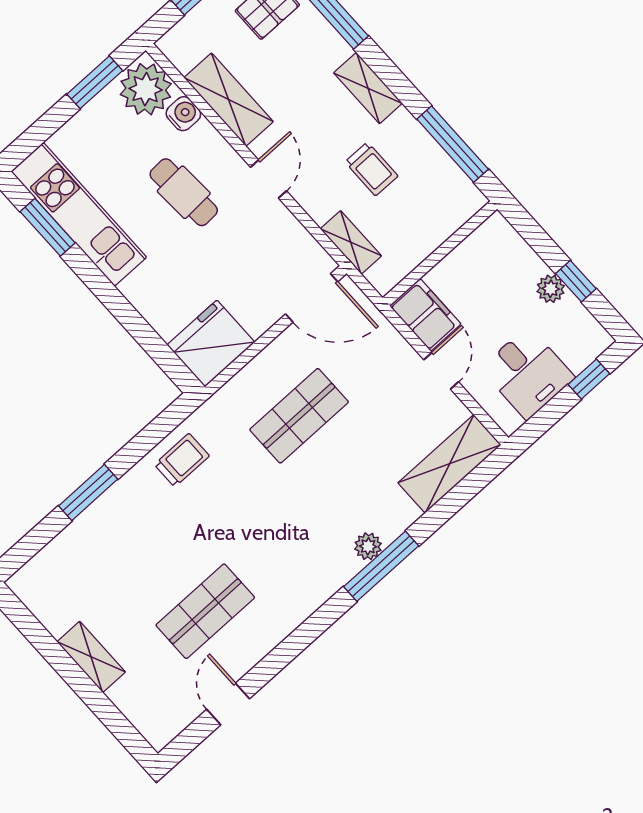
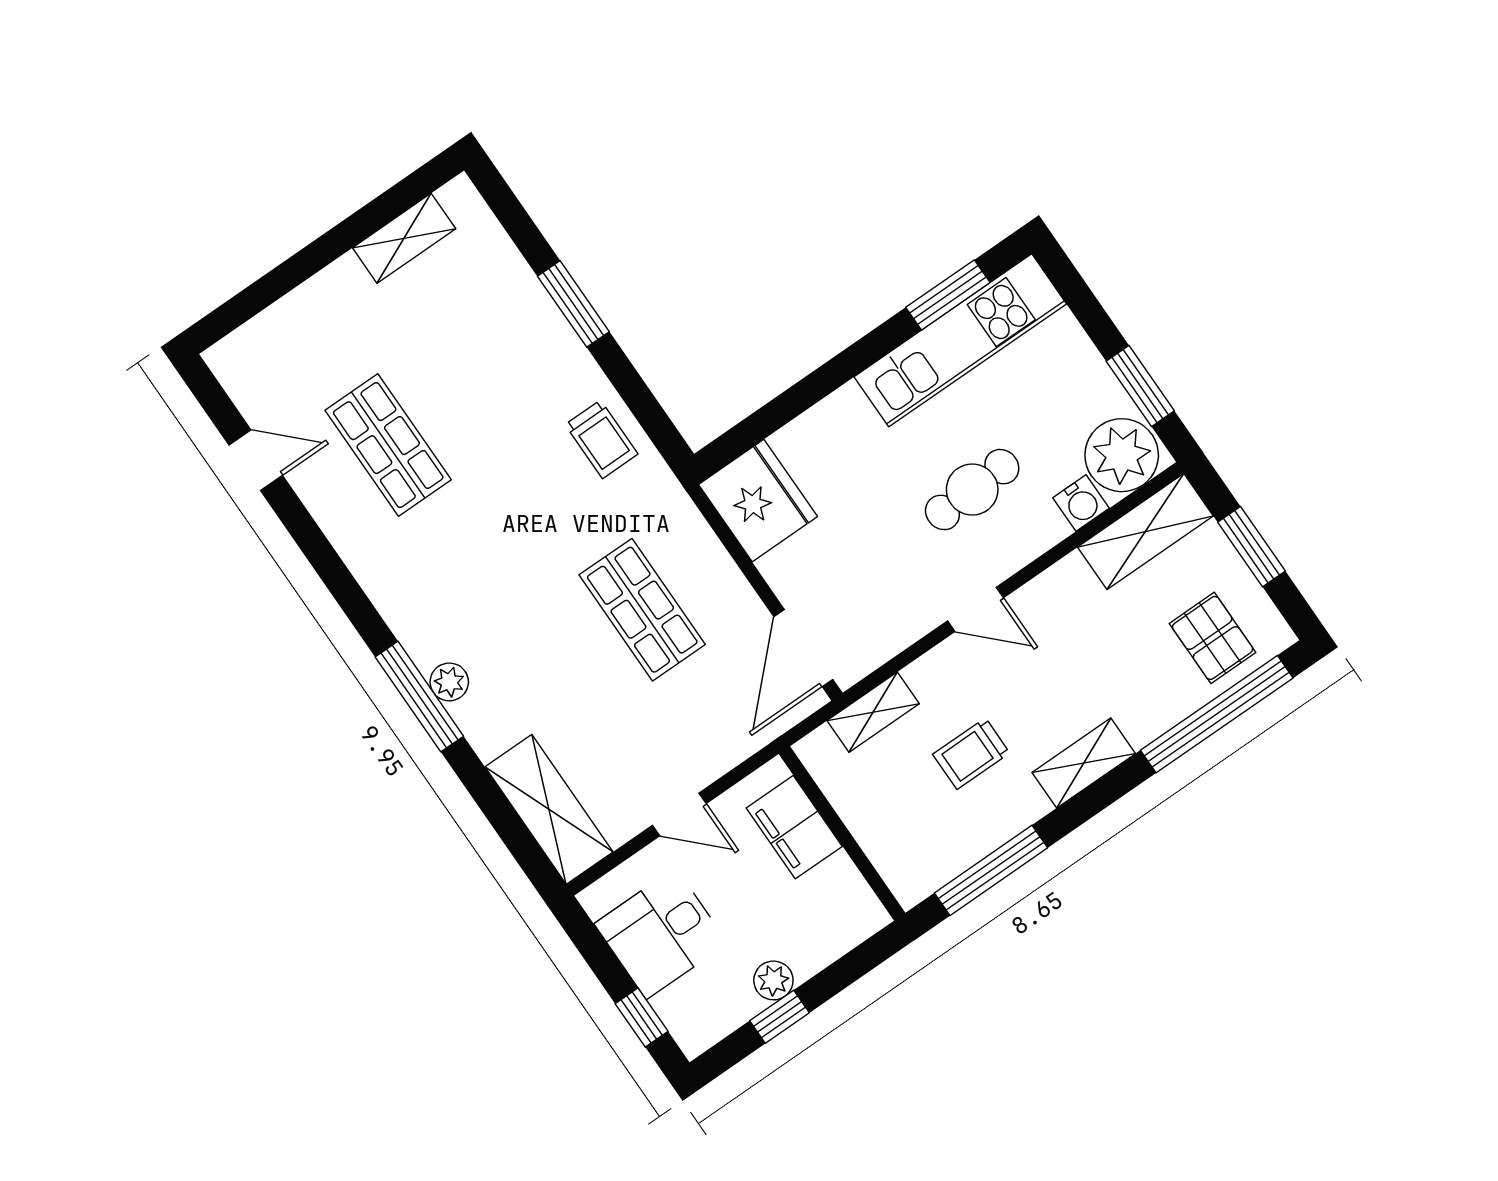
shelving: (229, 100) -> (1145, 532), moved
filing cabinet: (425, 315) -> (794, 827), moved, turned 90
shelving: (91, 657) -> (404, 238), moved

